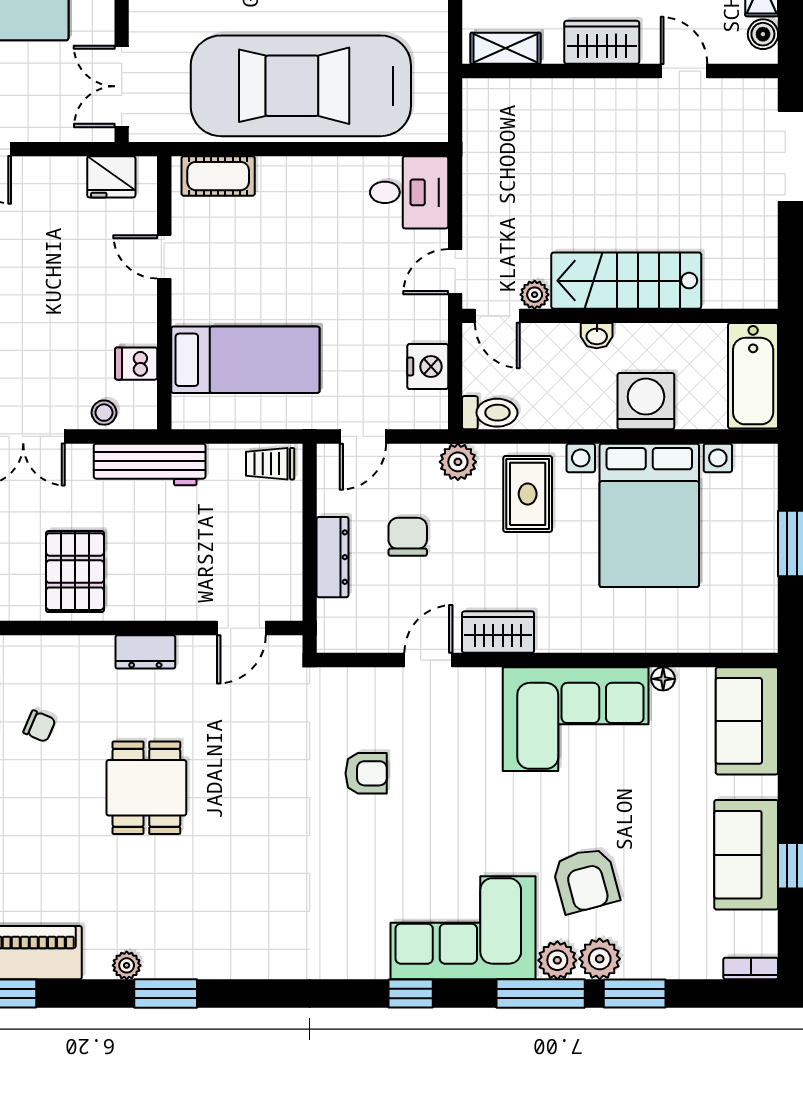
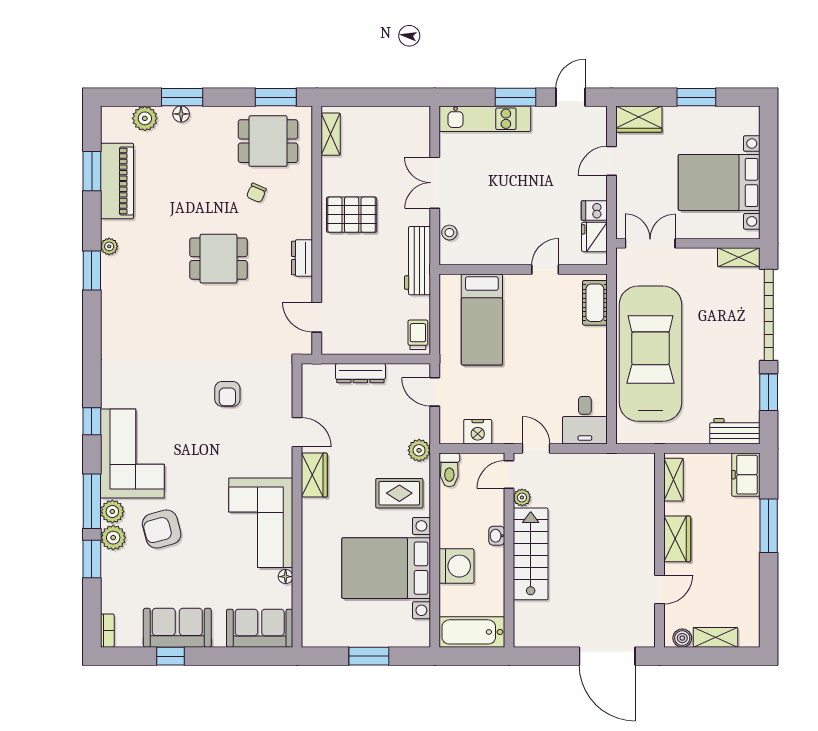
dishwasher: (136, 364) -> (594, 211), moved, turned -90
chair: (408, 537) -> (373, 419), removed

